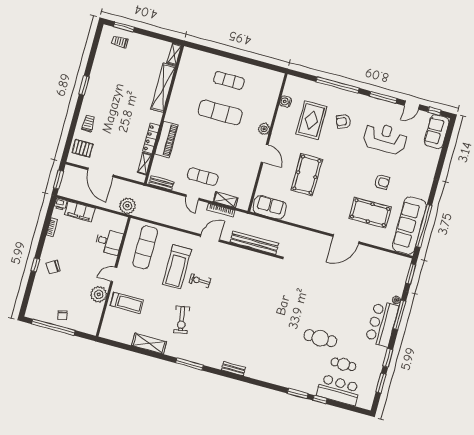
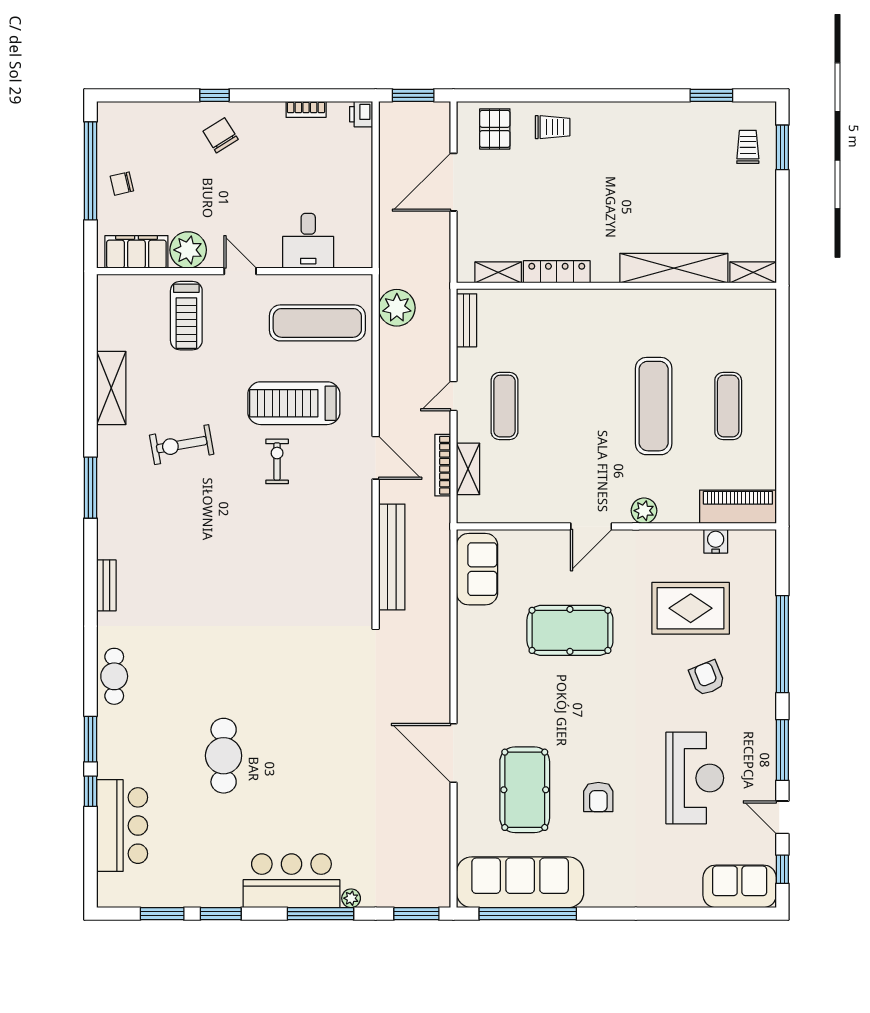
window: (84, 85) -> (711, 95), moved
piano: (166, 139) -> (738, 507), moved, turned 180
plant: (127, 206) -> (397, 308), moved
filing cabinet: (80, 212) -> (136, 252), moved, turned 90
cafe table: (343, 364) -> (114, 676), moved

